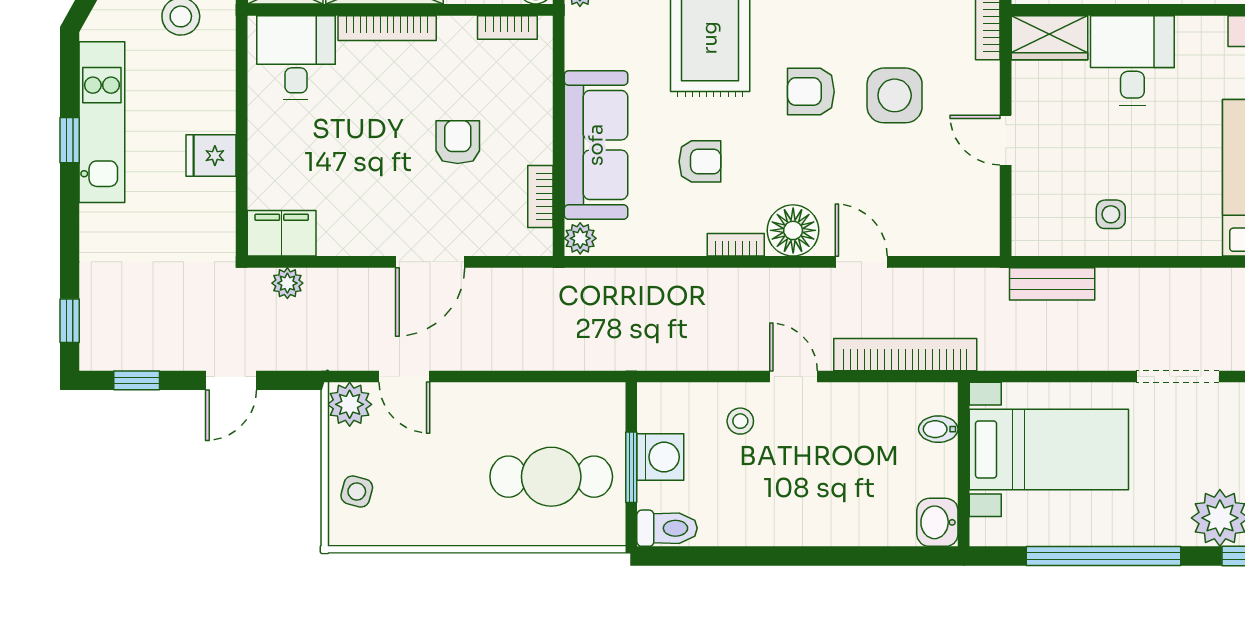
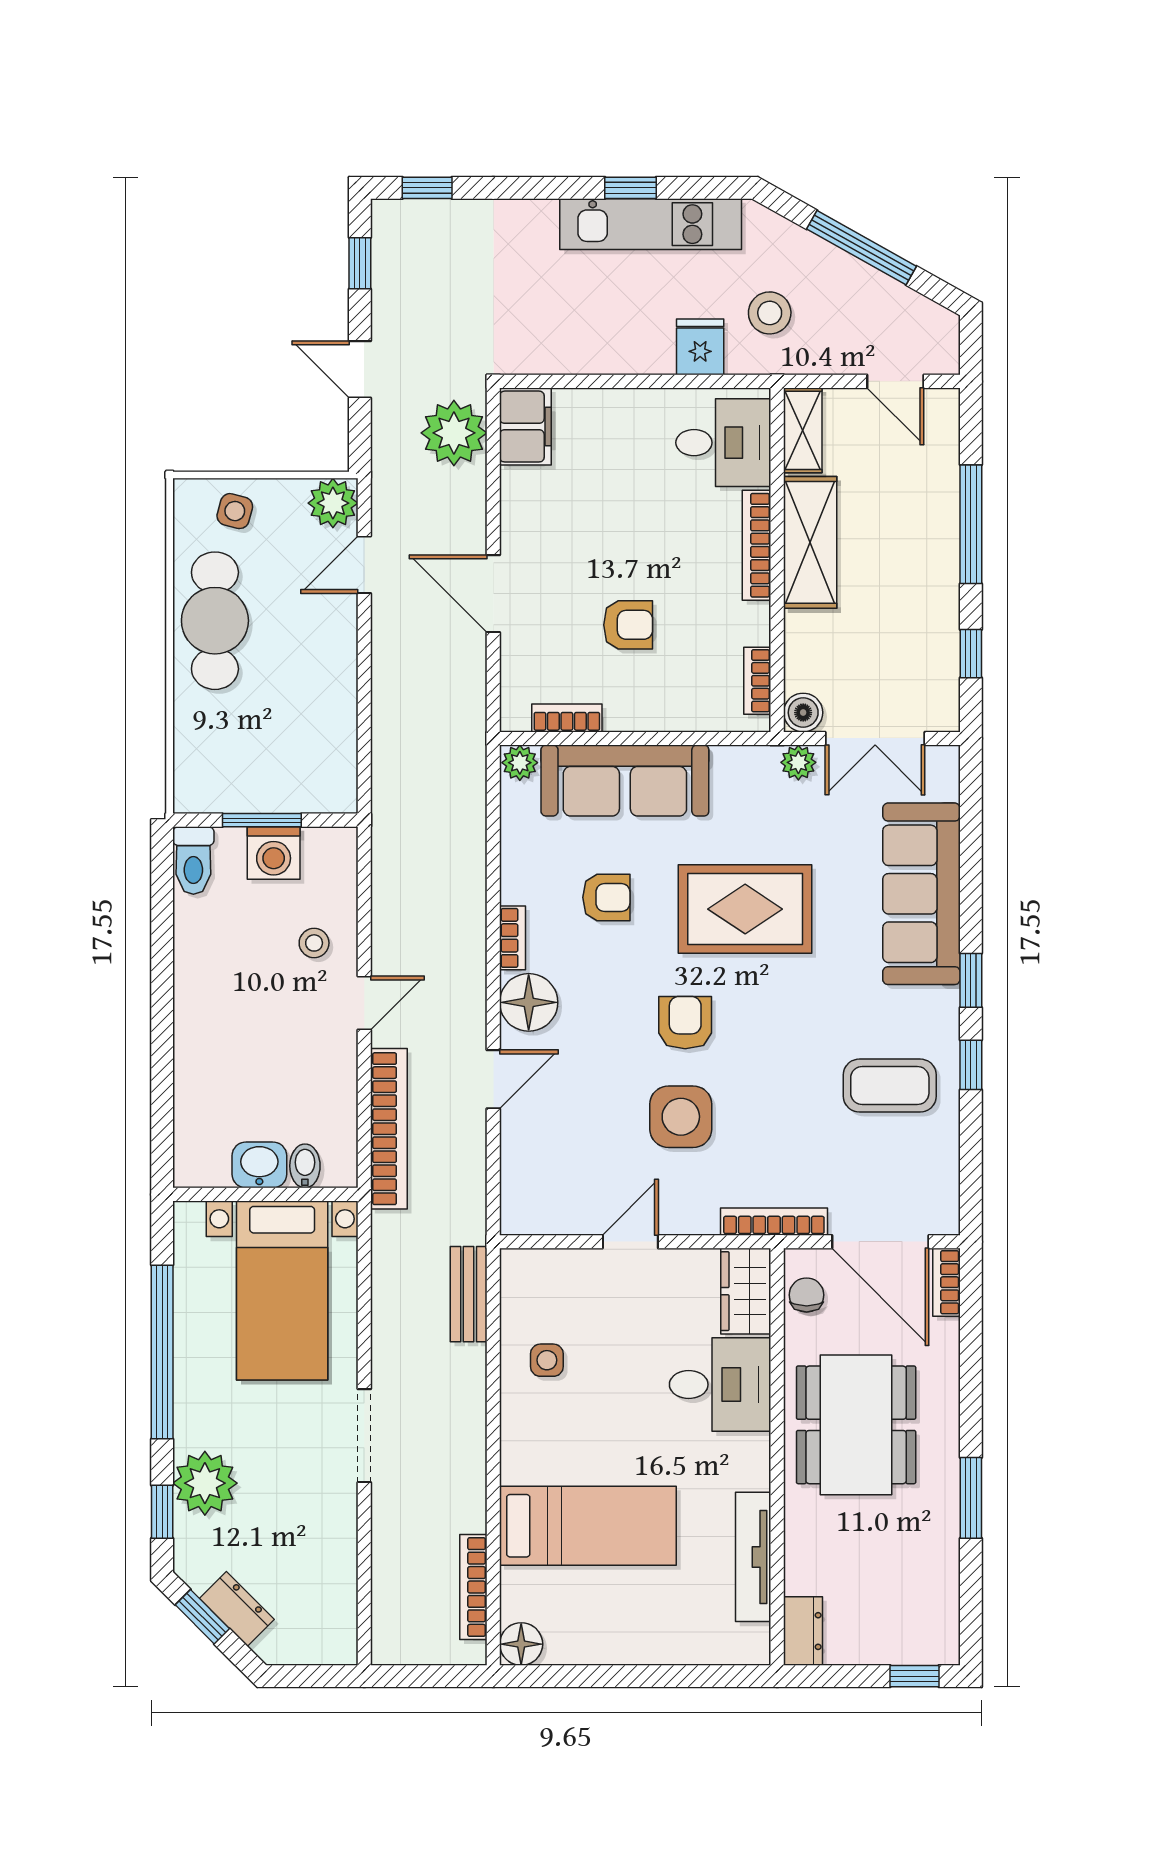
fridge: (211, 156) -> (700, 347), moved
armchair: (700, 161) -> (606, 897), turned -90
plant: (287, 283) -> (454, 433), width x1.88, depth x1.88
cafe table: (551, 477) -> (215, 621), moved
washbasin: (937, 522) -> (259, 1165), moved

